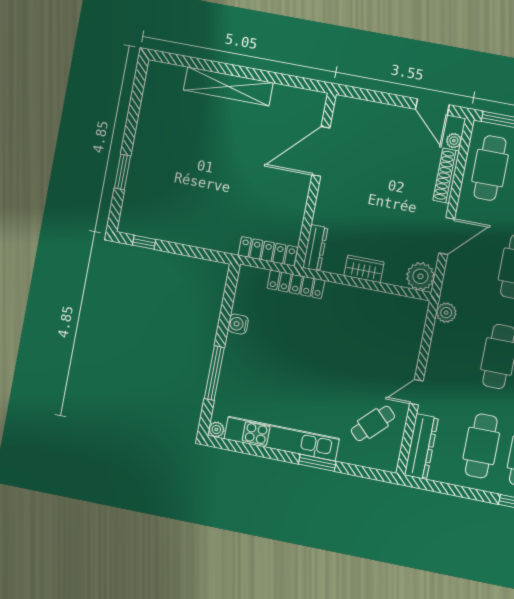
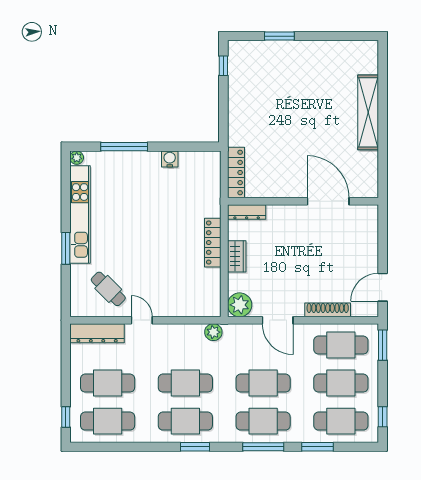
plant: (454, 141) -> (358, 311), removed
locker: (296, 284) -> (213, 243), moved

